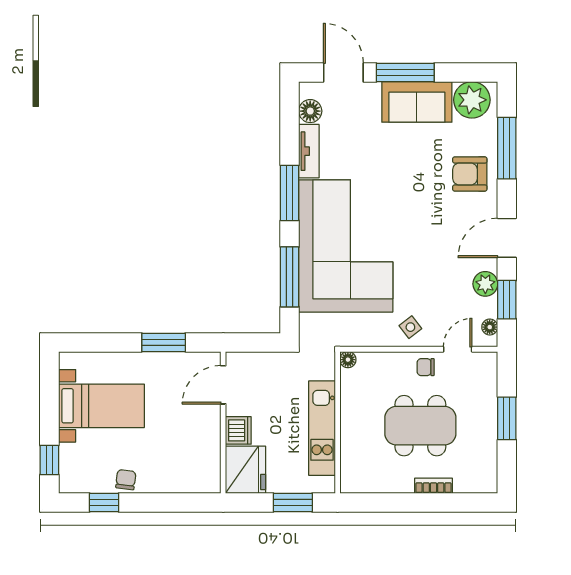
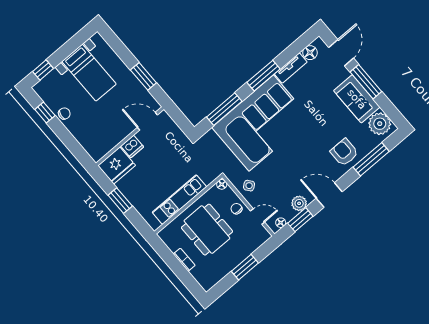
floor lamp: (348, 360) -> (222, 184), moved
wall: (338, 422) -> (188, 205), moved
kitchen unit: (322, 428) -> (179, 200), moved

